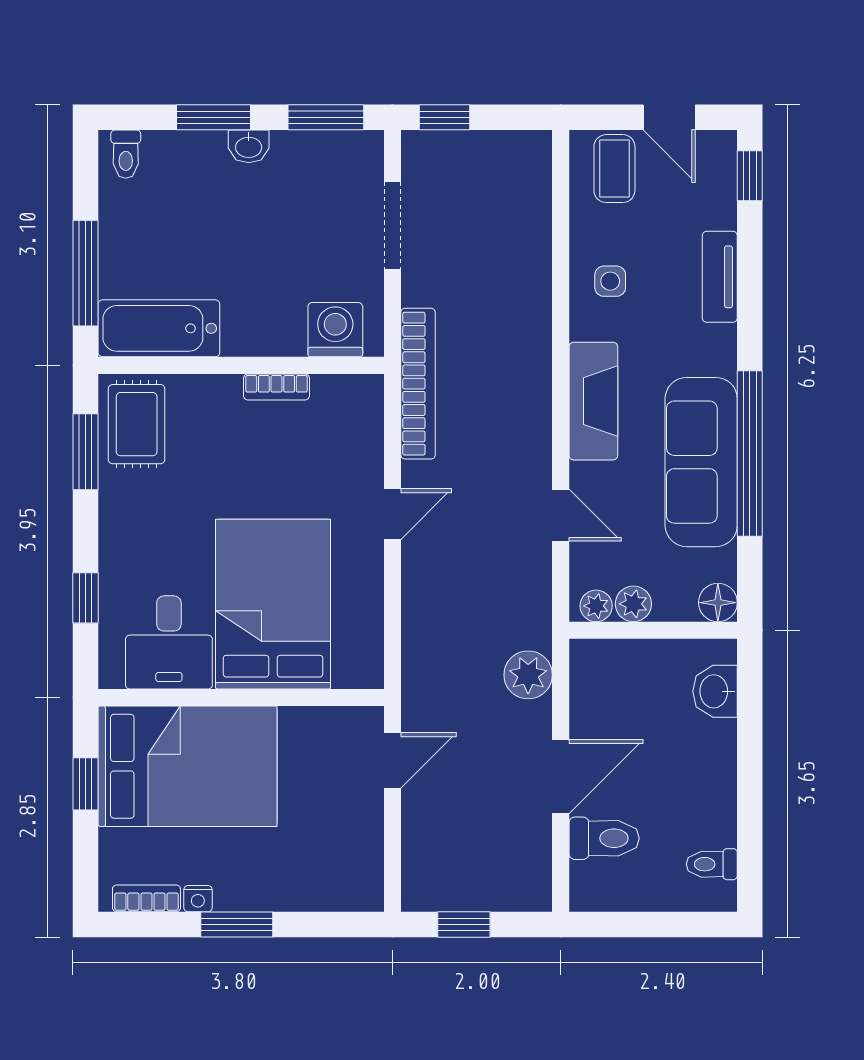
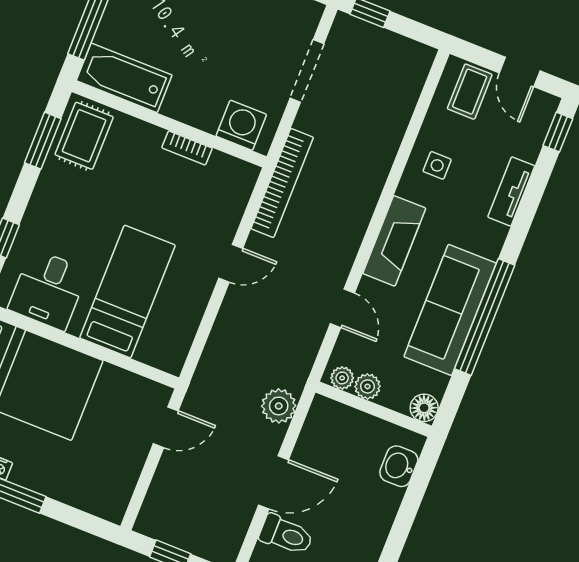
bed: (273, 604) -> (127, 292), width x0.67

